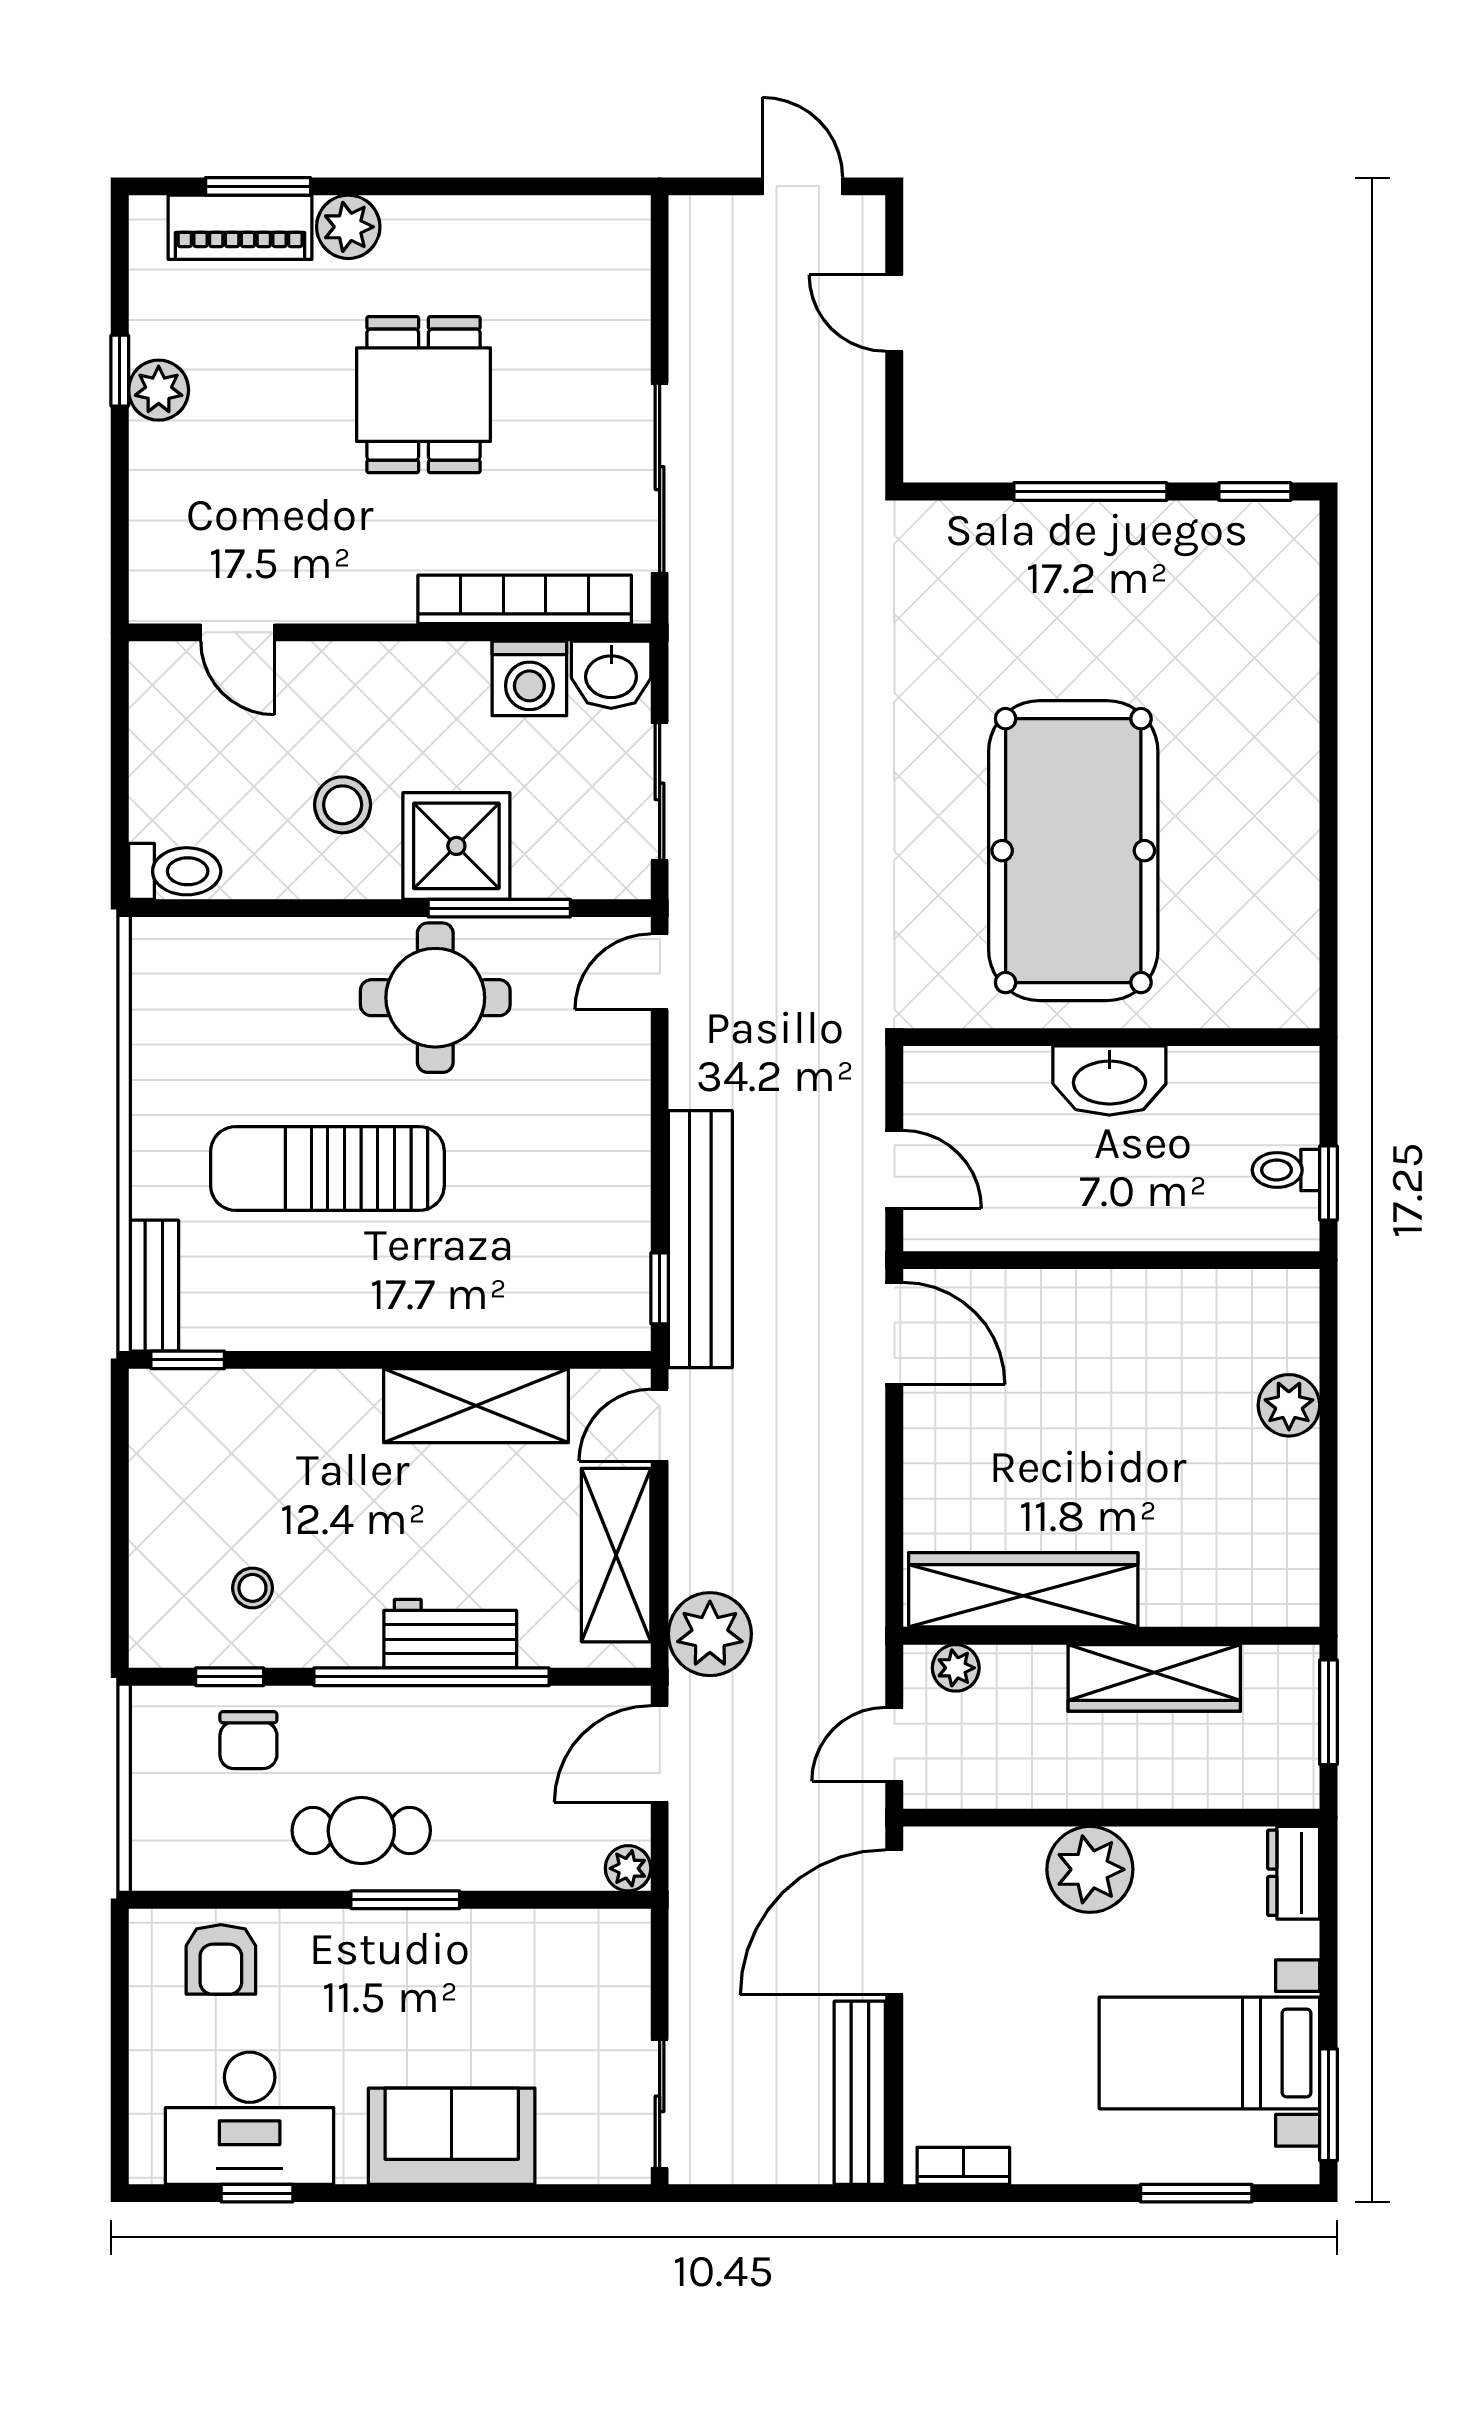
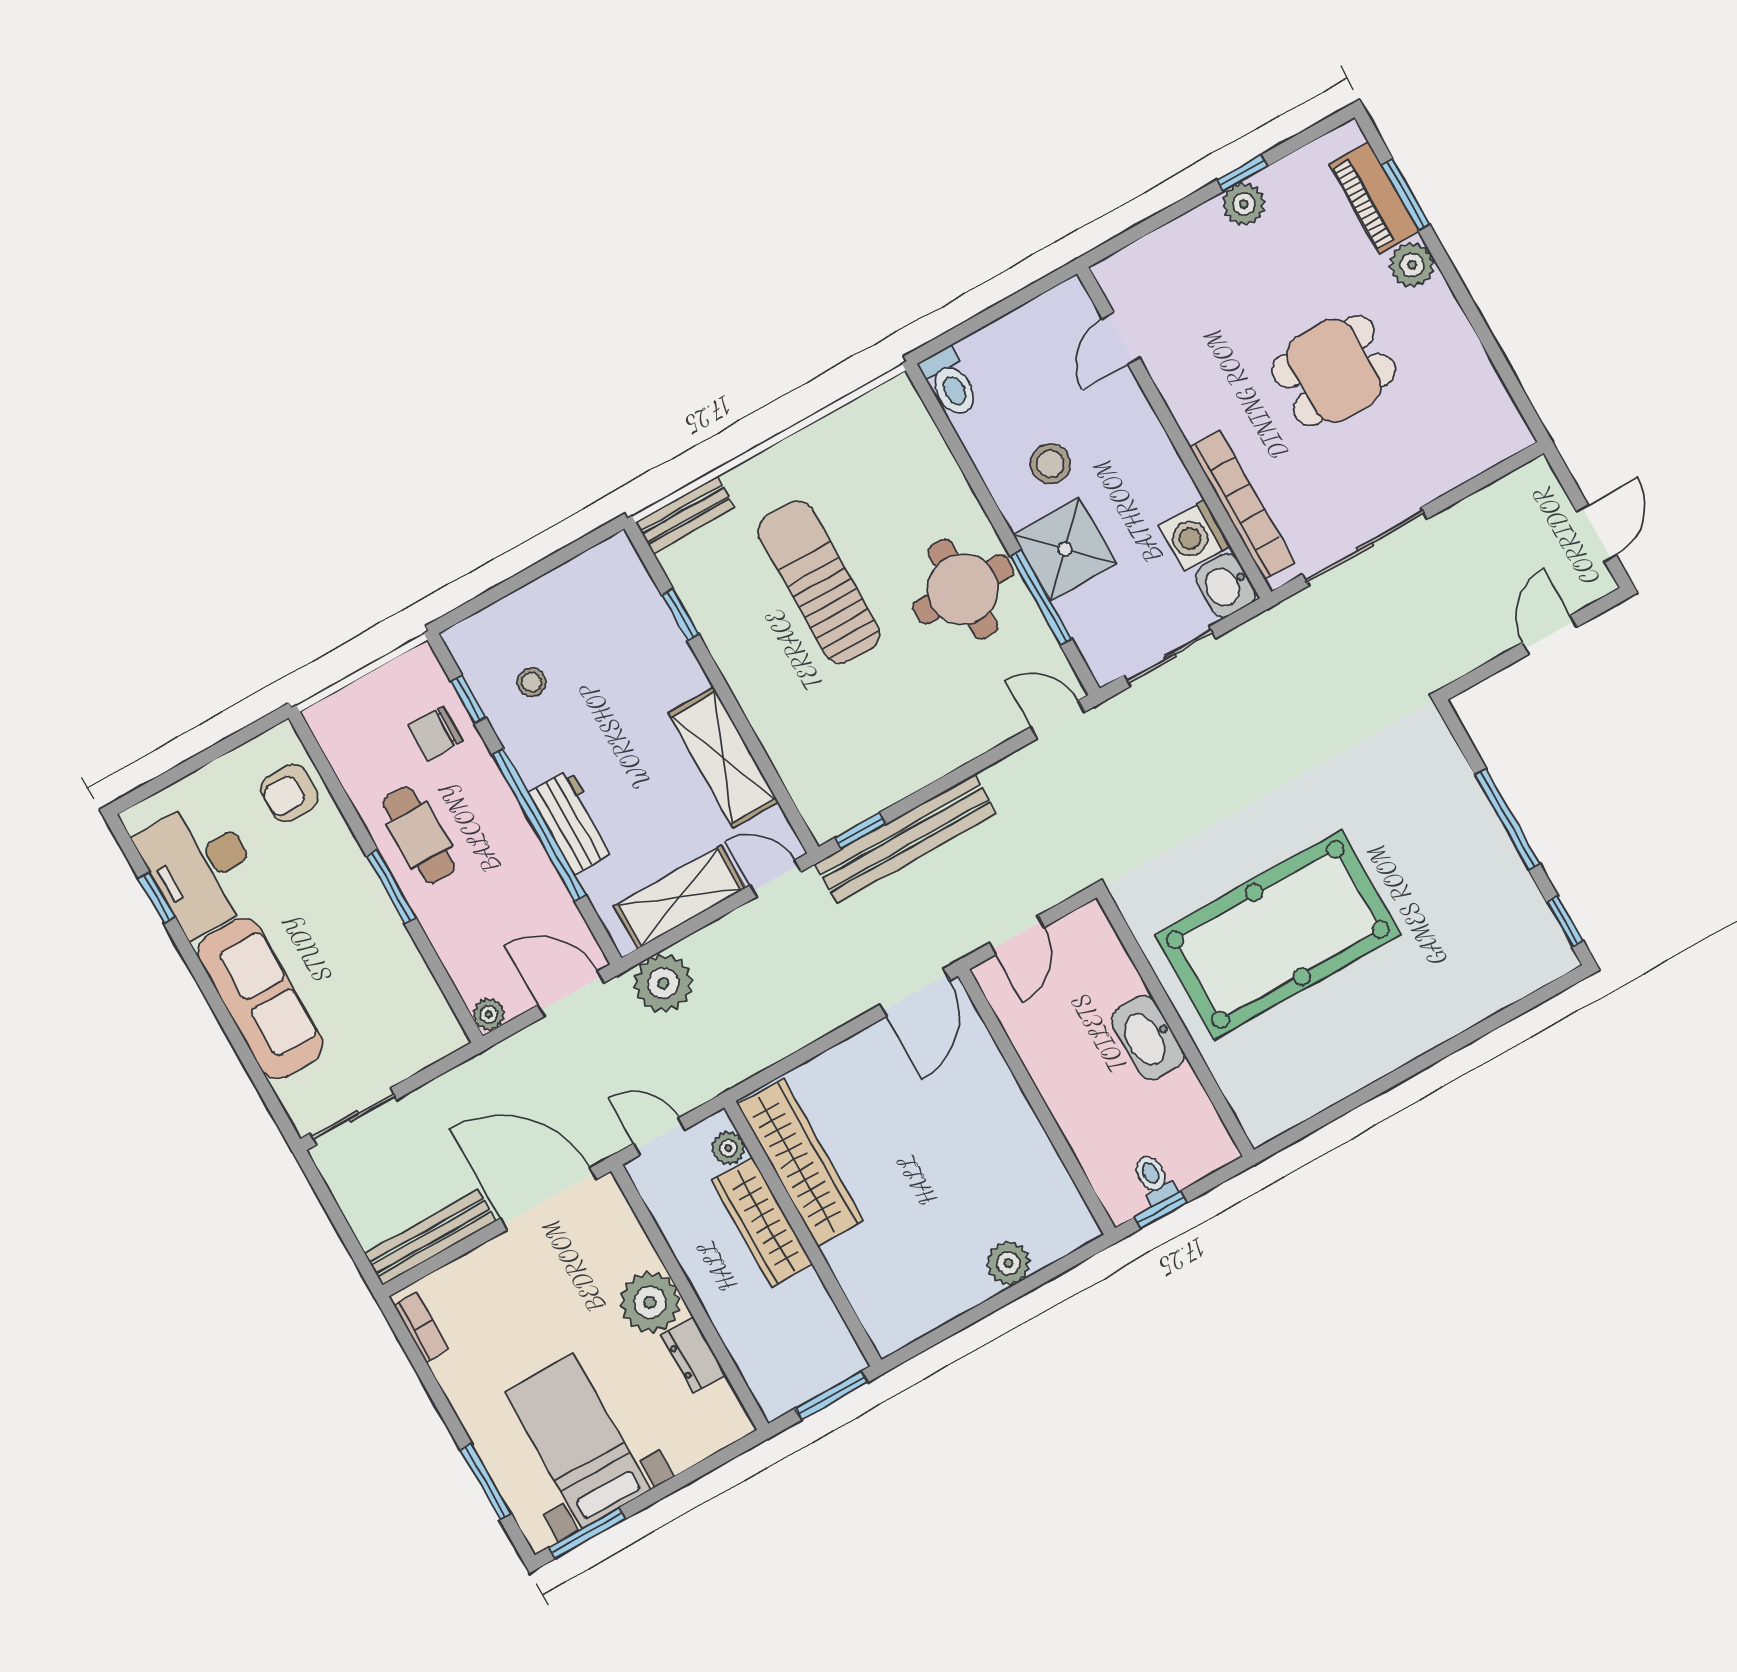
window: (188, 1360) -> (680, 615), moved
wardrobe: (1154, 1678) -> (762, 1223), moved
dresser: (1294, 1873) -> (694, 1355), moved, turned -90
sofa: (452, 2136) -> (260, 999), width x1.36

